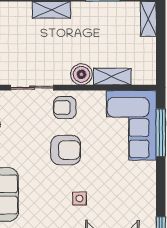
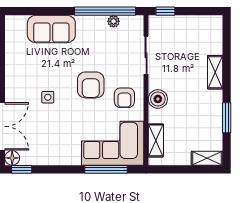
shelving: (112, 77) -> (156, 140), moved
armchair: (65, 108) -> (124, 98), moved, turned 180

